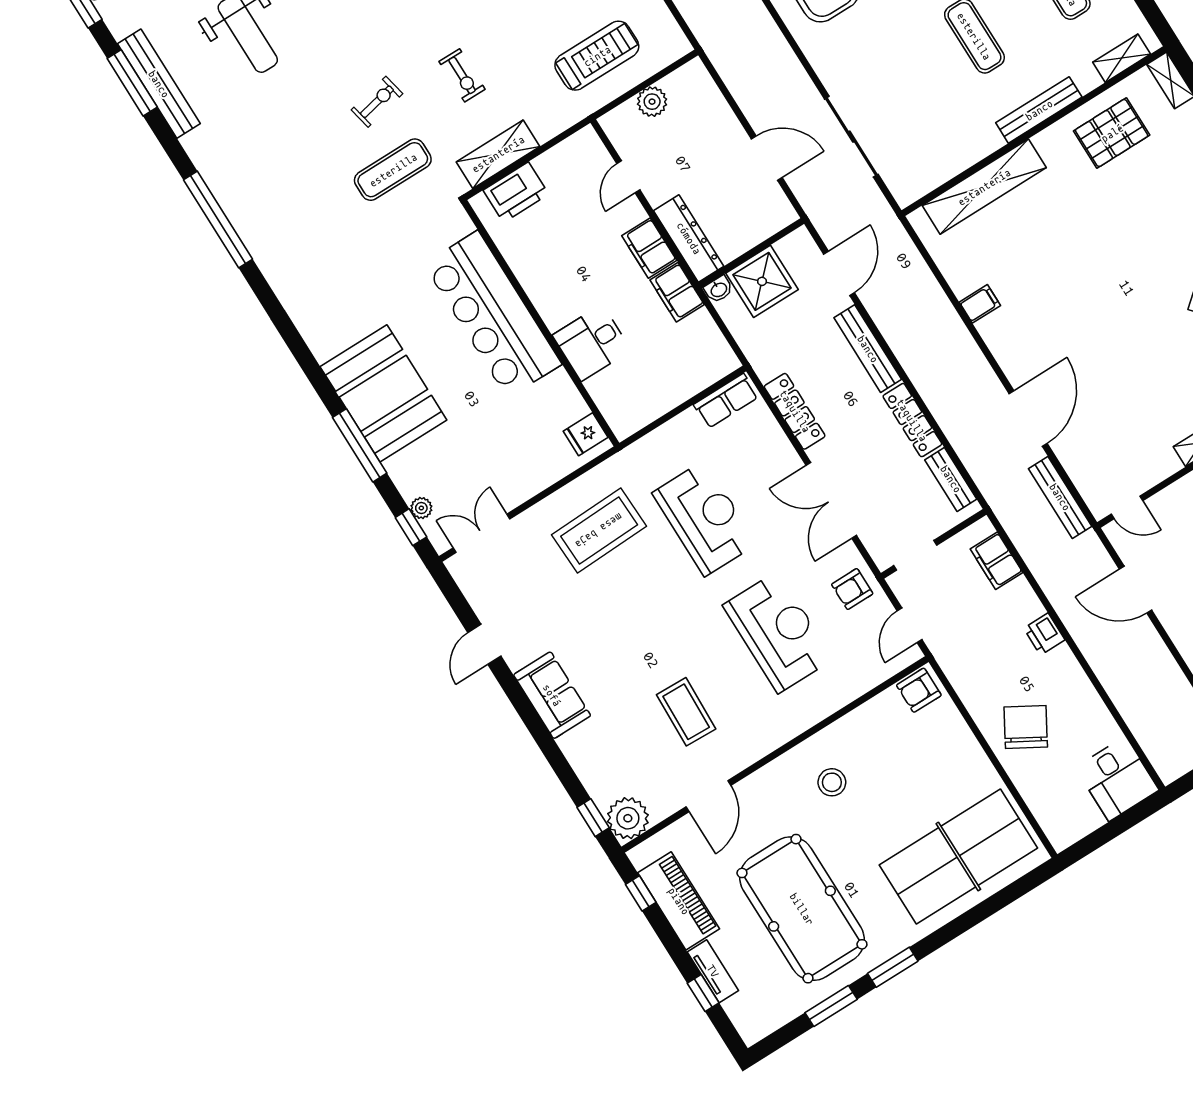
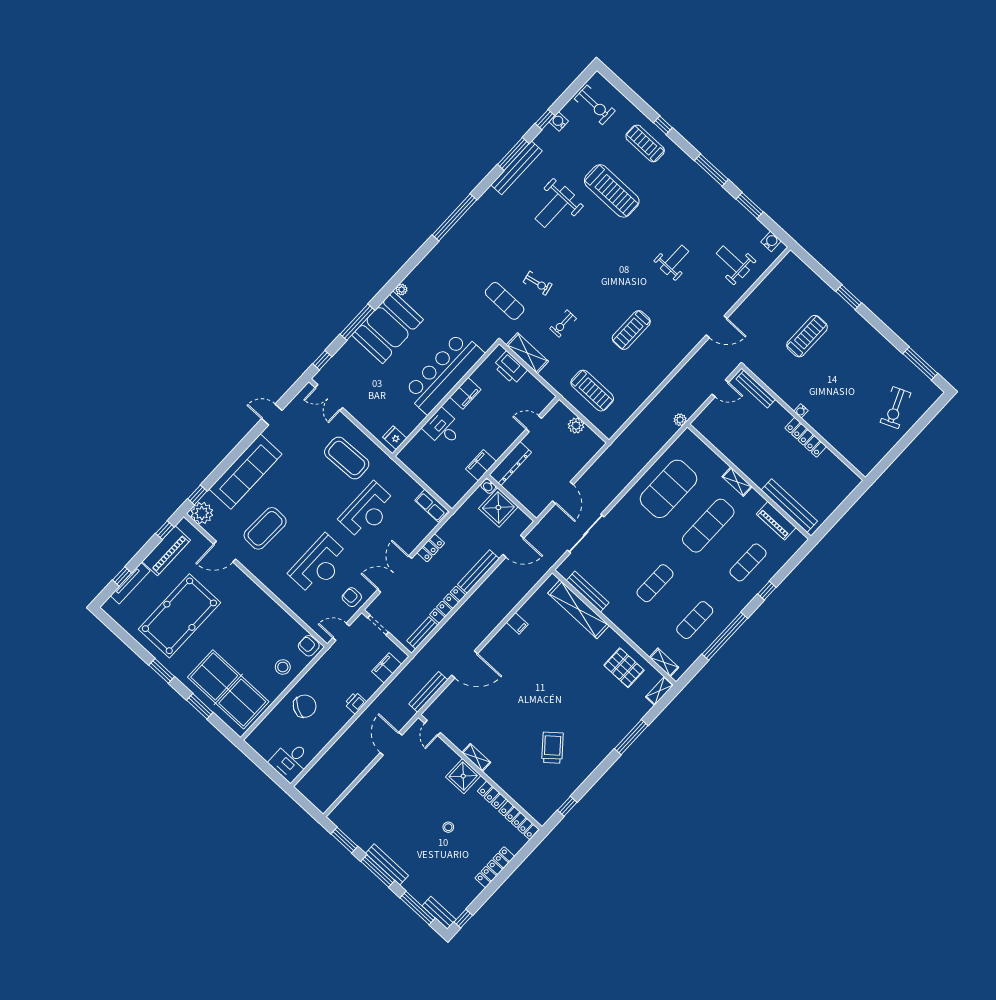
bench: (1039, 110) -> (588, 592), moved
filing cabinet: (649, 248) -> (465, 393), moved, turned 180
locker: (795, 411) -> (431, 548), width x0.66
plant: (421, 508) -> (402, 290), moved
double door: (482, 533) -> (329, 398), swing flipped
sofa: (552, 695) -> (246, 472), width x1.85, depth x1.27
coffee table: (686, 712) -> (265, 528), width x1.36, depth x1.32
stool: (832, 782) -> (283, 667), moved
tv unit: (713, 971) -> (130, 583), width x1.41
window: (831, 1006) -> (200, 706), moved

